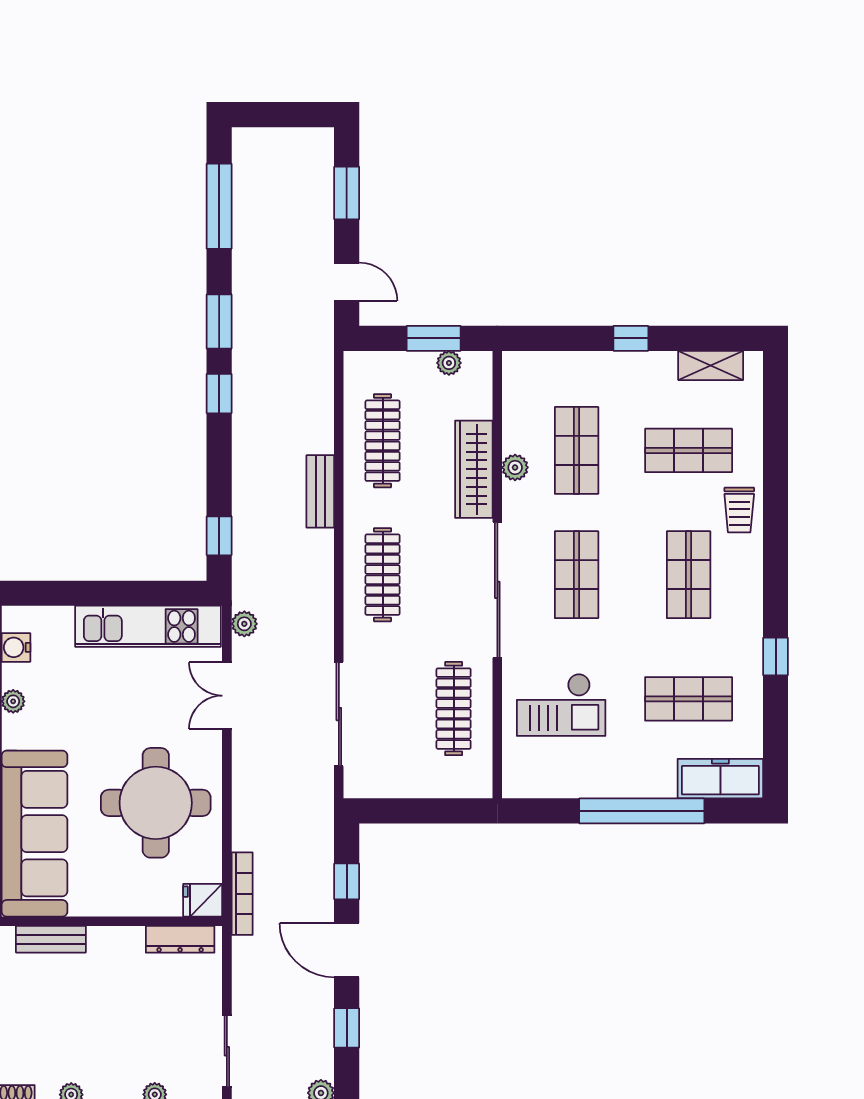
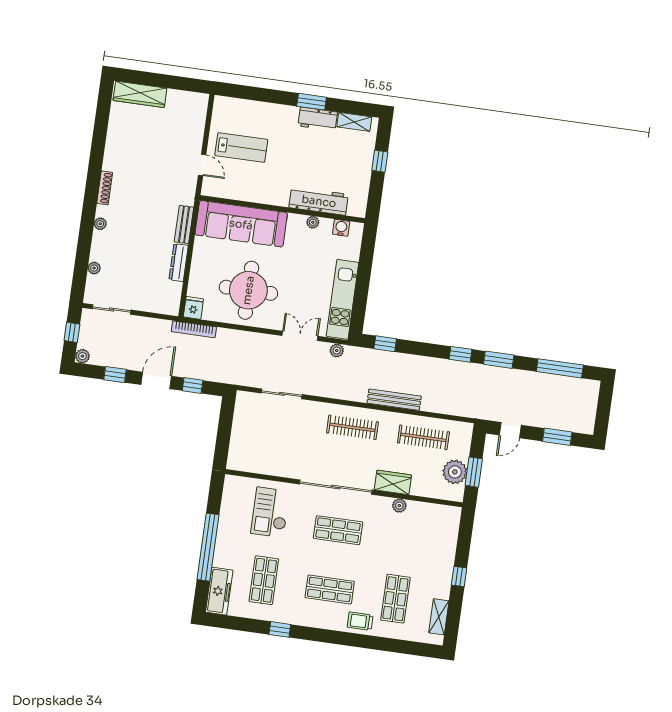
plant: (449, 363) -> (455, 472), width x1.88, depth x1.88
shop shelf: (577, 450) -> (404, 539), removed
wardrobe: (474, 469) -> (393, 482), width x0.67
bench: (320, 491) -> (394, 400), width x1.36
clothes rail: (454, 709) -> (276, 455), removed
sliding door: (339, 714) -> (282, 394), width x0.73
dresser: (180, 939) -> (179, 263), moved

